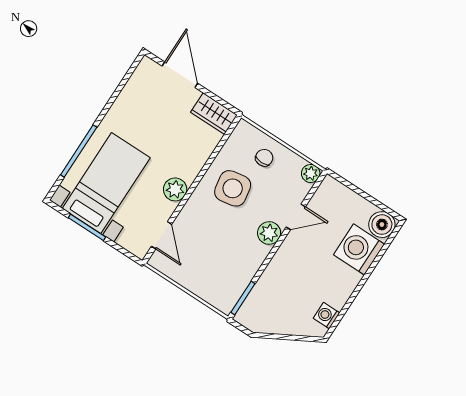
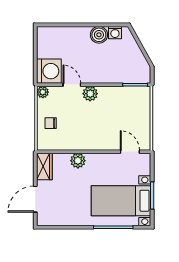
side table: (233, 188) -> (79, 130), removed
plant: (175, 189) -> (78, 161), moved
boiler: (382, 225) -> (99, 35), moved
door: (162, 235) -> (130, 152), hinge flipped
washing machine: (359, 249) -> (49, 71), moved, turned -90

